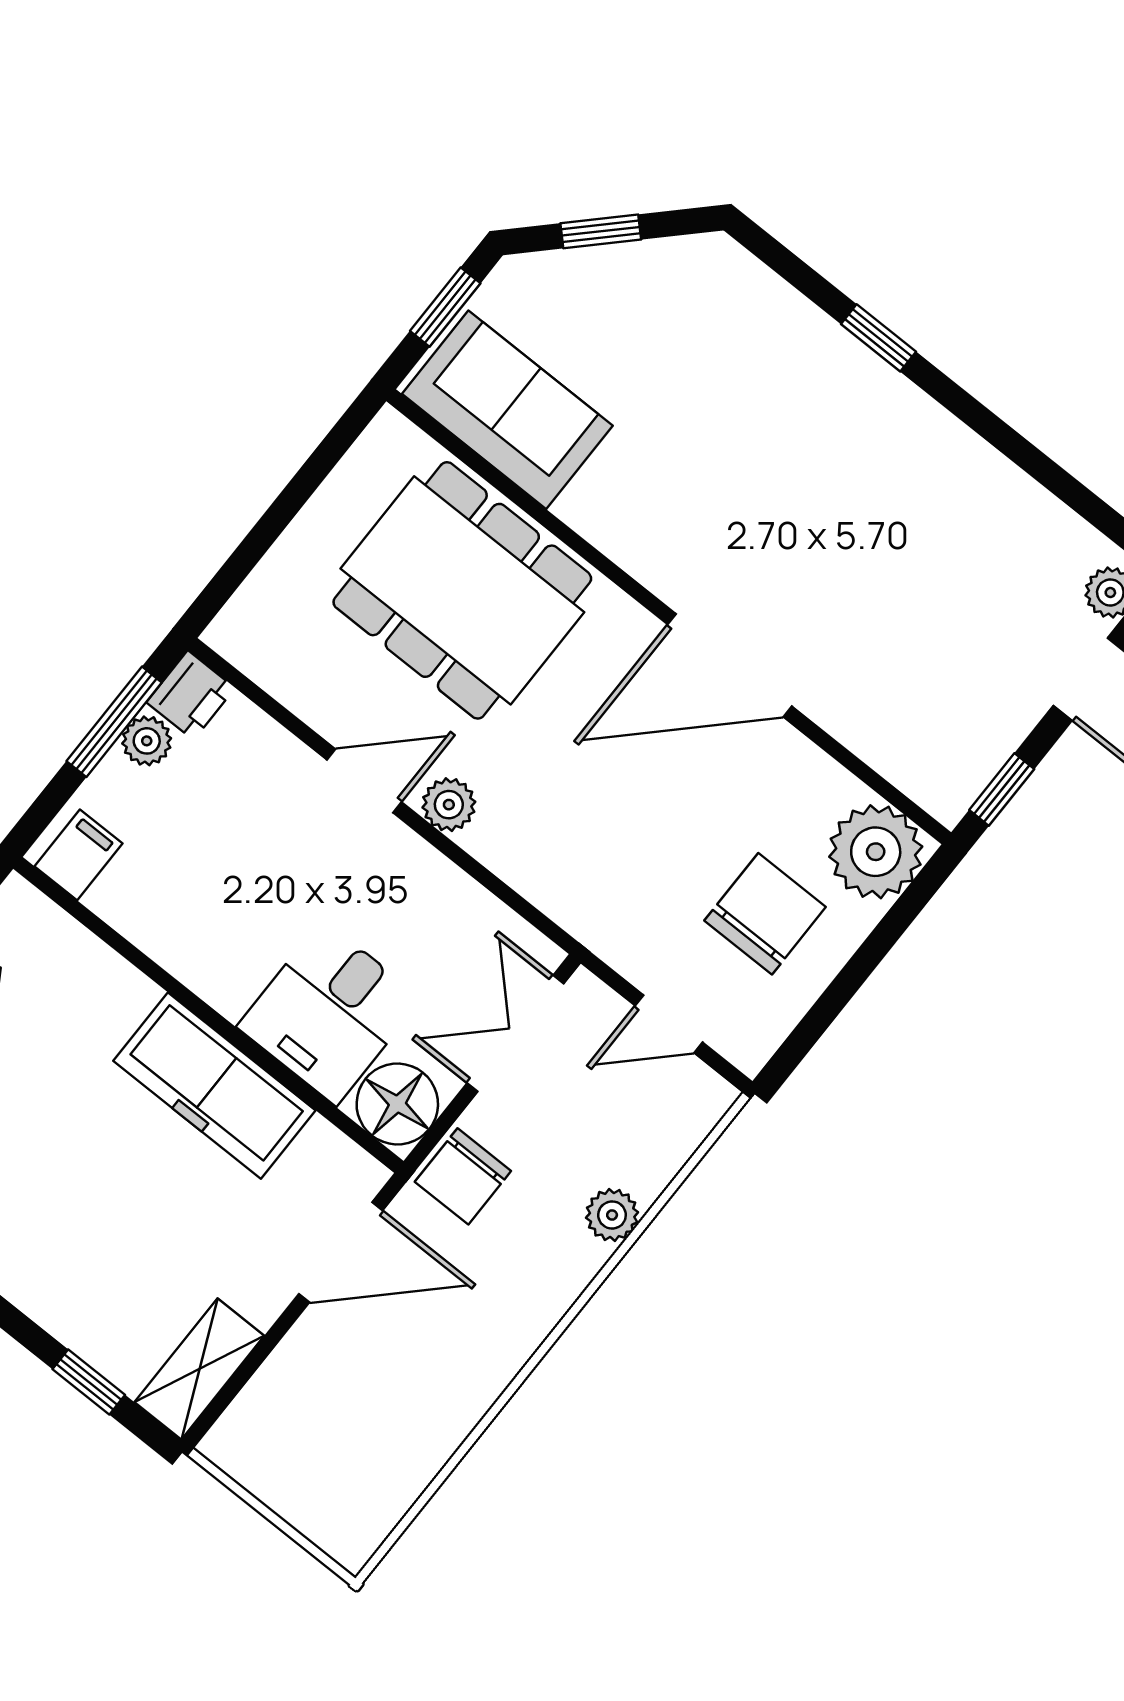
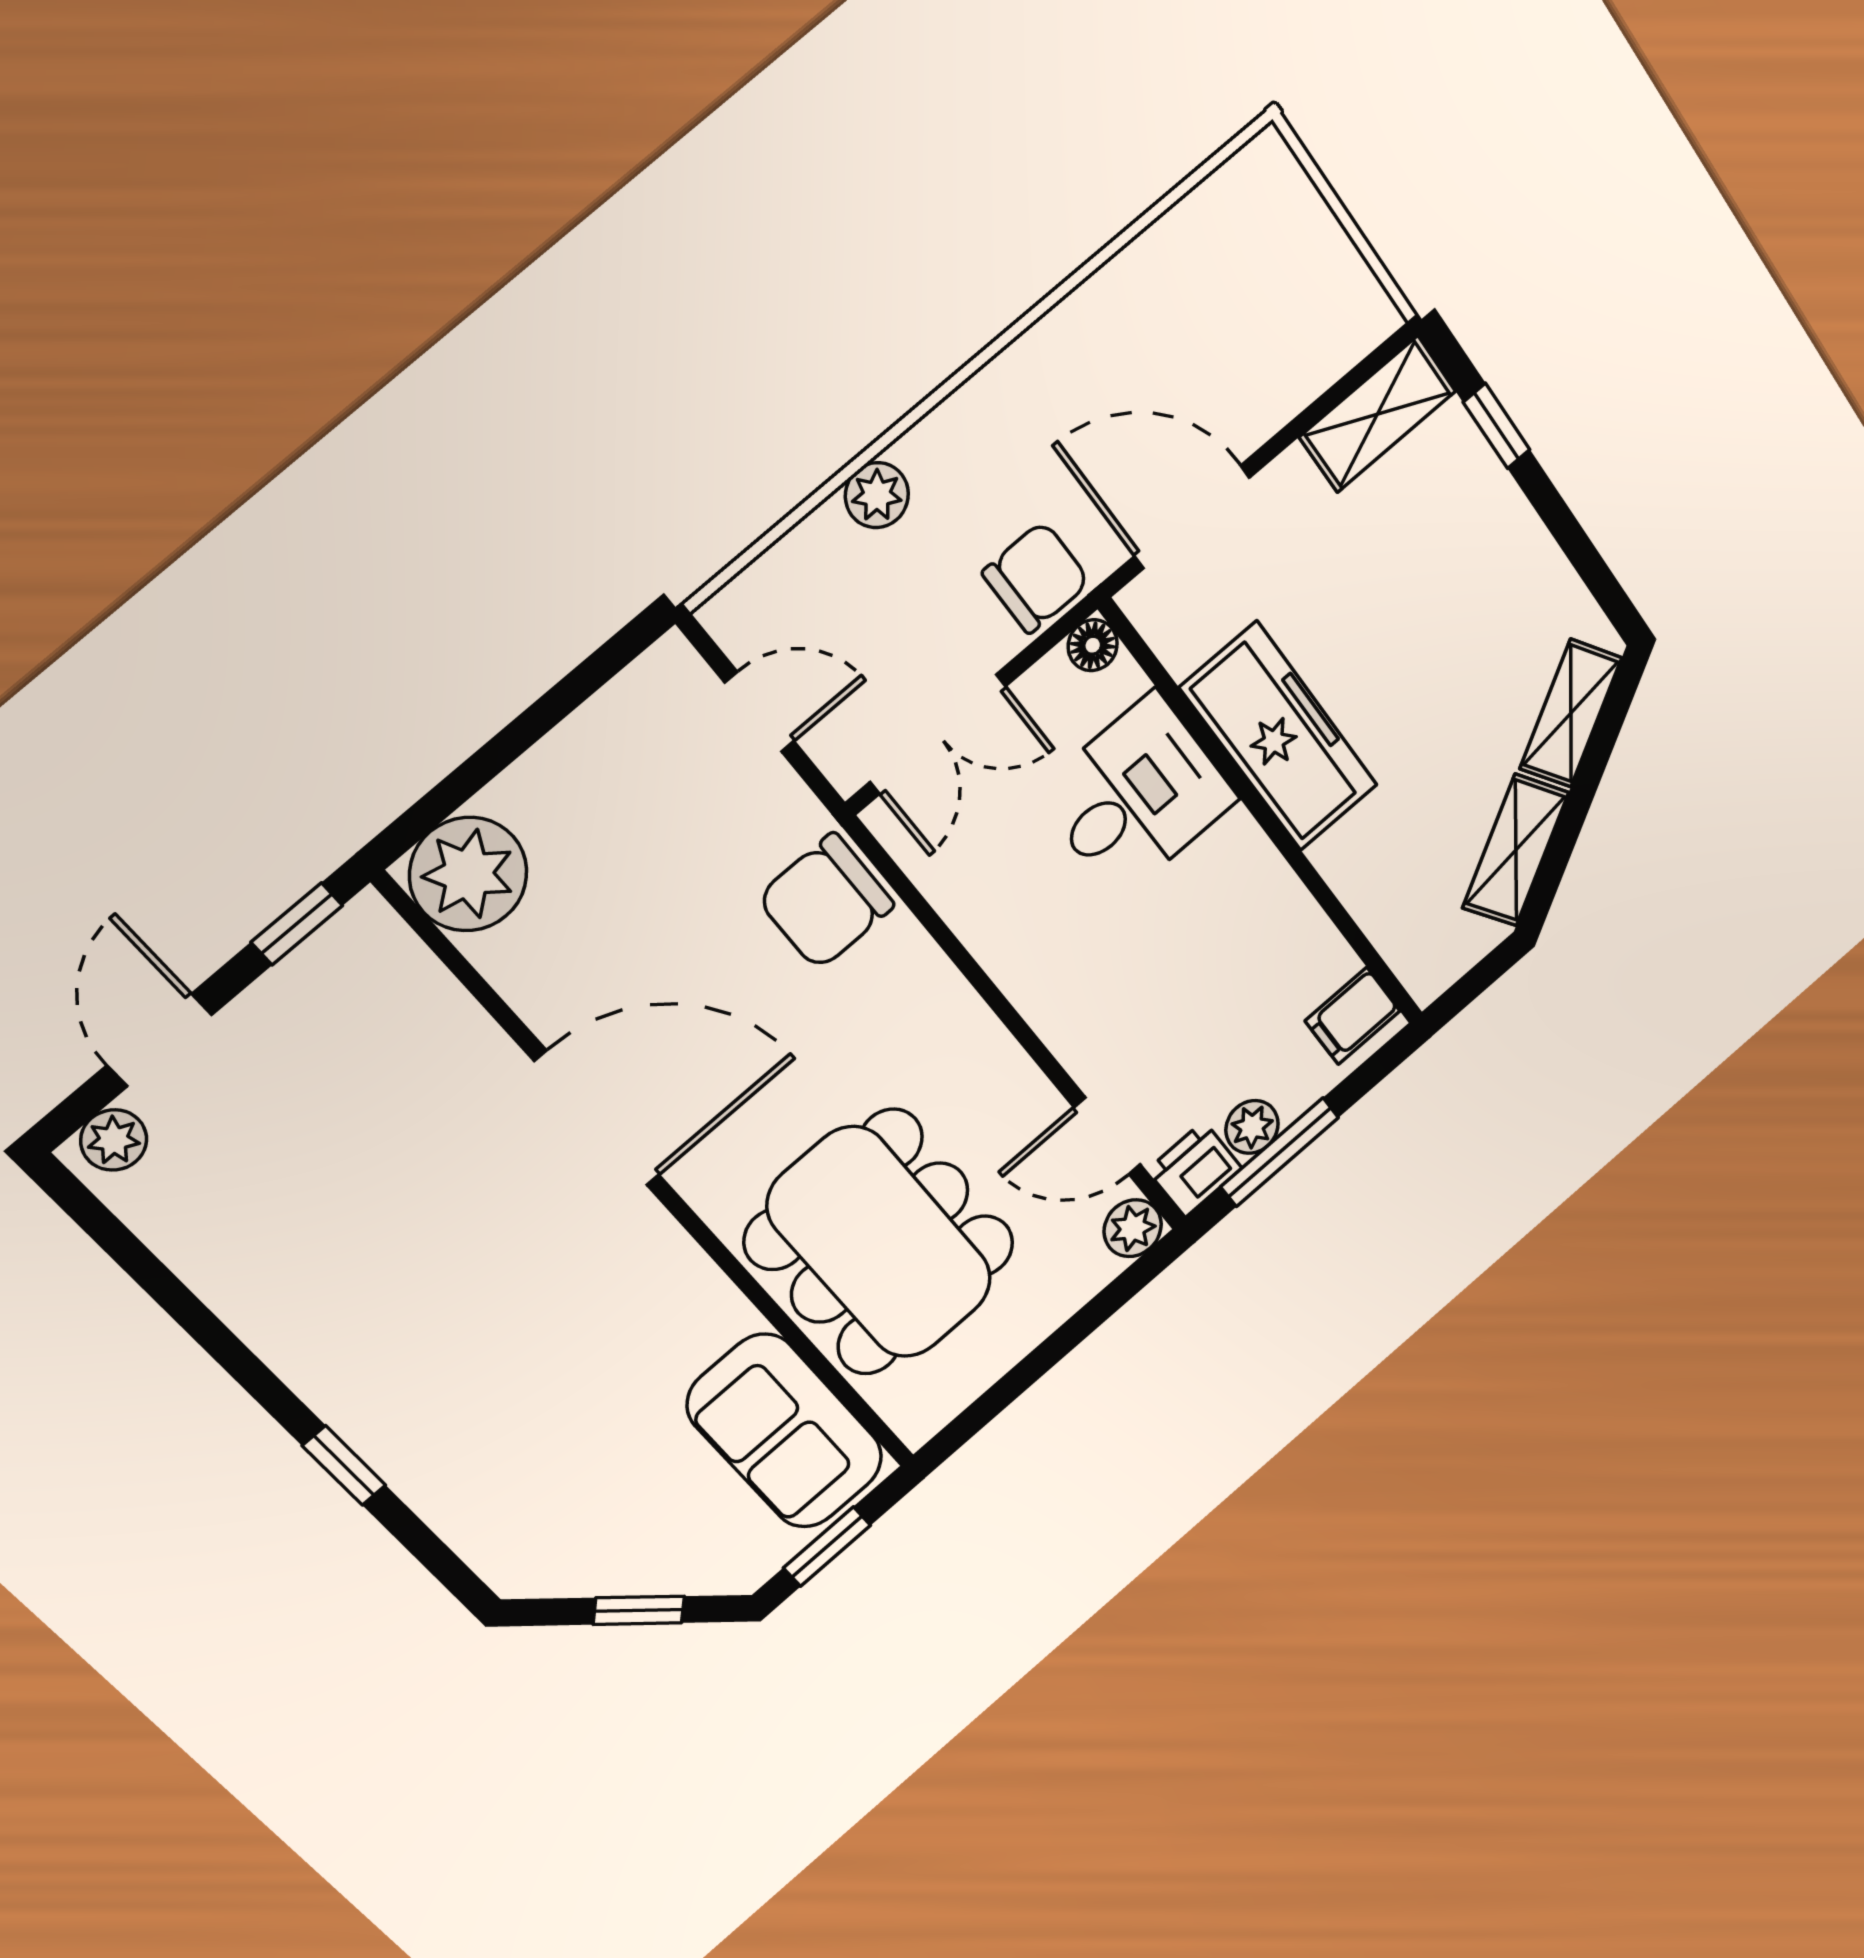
door: (364, 781) -> (1107, 1136), moved
plant: (449, 805) -> (1133, 1228), moved
chair: (765, 914) -> (826, 902), moved
floor lamp: (397, 1104) -> (1093, 645), width x0.53, depth x0.53

